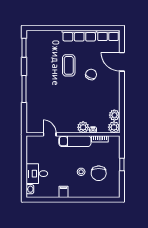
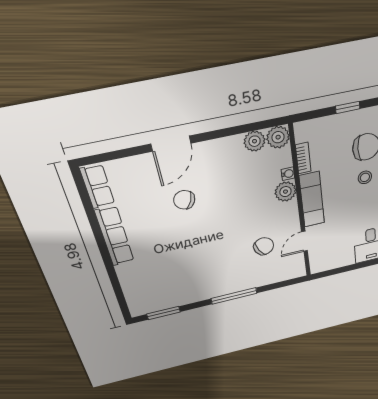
door: (122, 62) -> (171, 144), moved
coffee table: (69, 65) -> (176, 240), removed
chair: (53, 111) -> (264, 246), added

